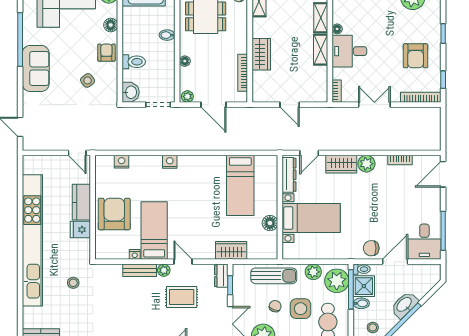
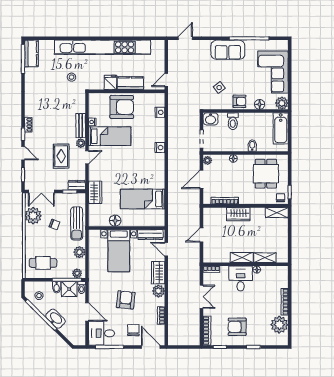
armchair: (379, 209) -> (126, 300), added
chair: (371, 248) -> (133, 330), moved
plant: (337, 281) -> (77, 273), width x0.53, depth x0.53
side table: (301, 309) -> (53, 243), removed

